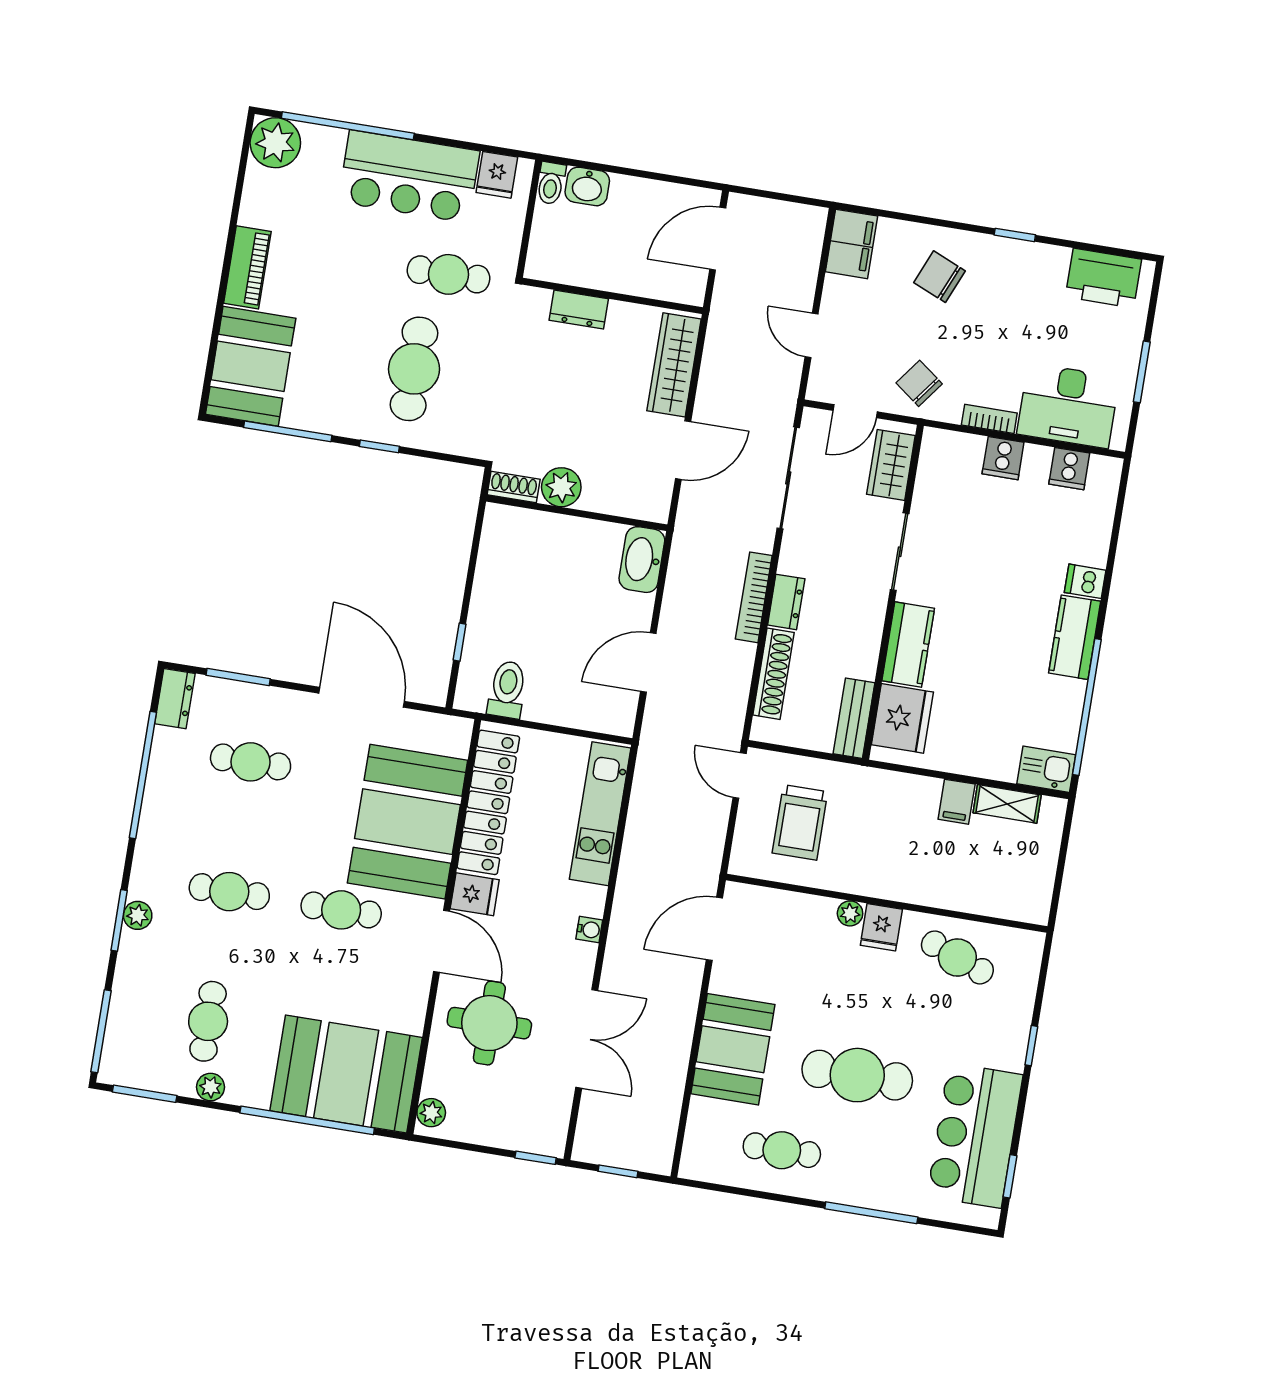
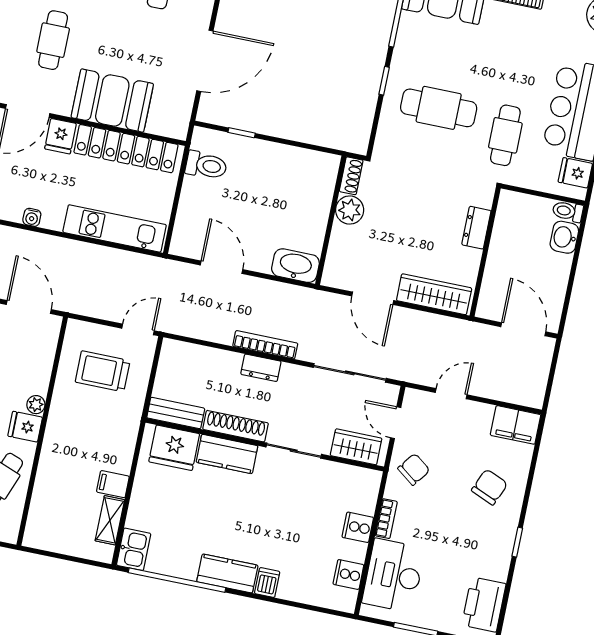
shoe rack: (773, 674) -> (236, 426), moved, turned 180
booth: (408, 822) -> (112, 101), width x0.73, depth x0.70

